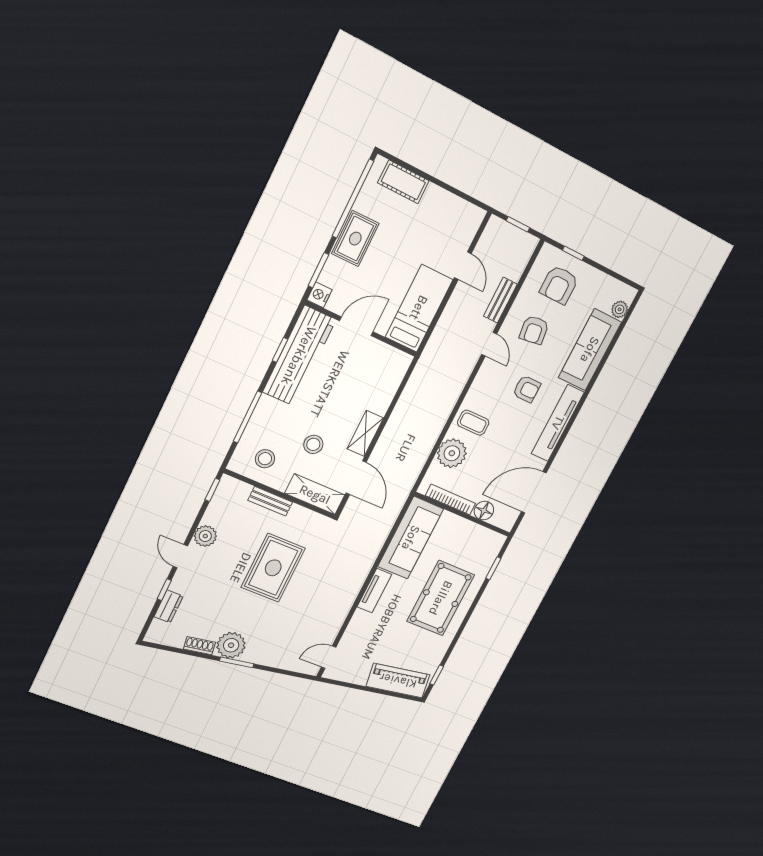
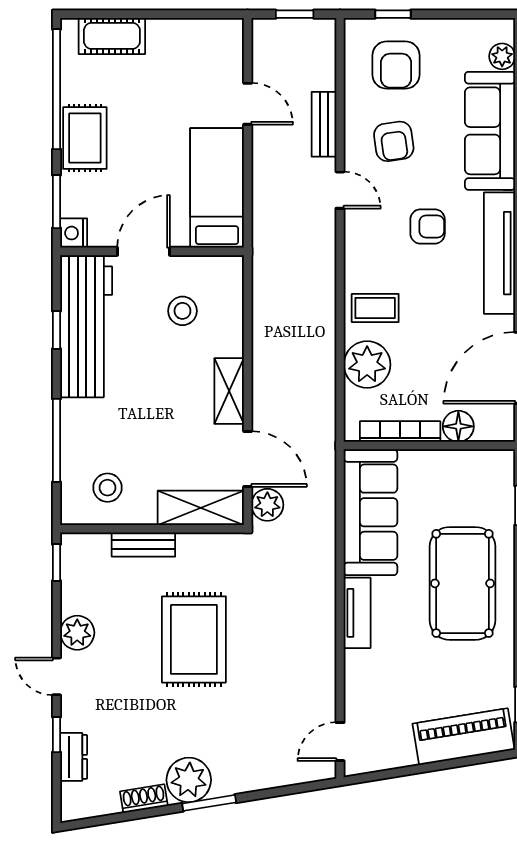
stool: (313, 444) -> (182, 311), moved
plant: (354, 509) -> (267, 505), added

